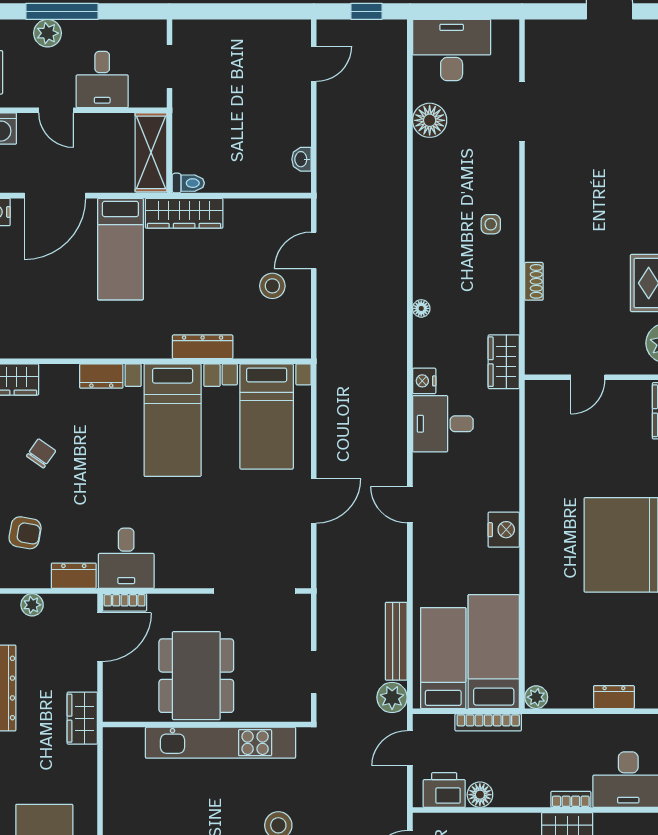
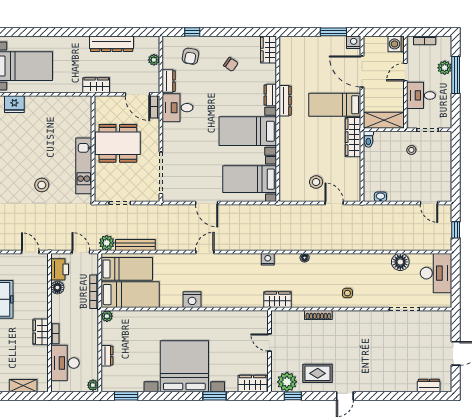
stool: (209, 98) -> (411, 150), added
shoe rack: (534, 281) -> (318, 315), width x1.43
dresser: (203, 347) -> (285, 101), moved
desk: (443, 424) -> (246, 269), removed
kitchen unit: (221, 743) -> (84, 166), width x0.73

